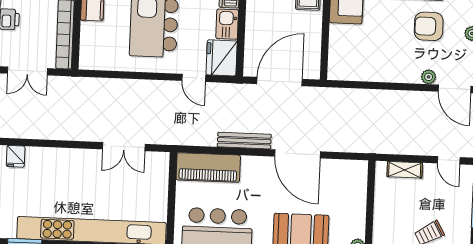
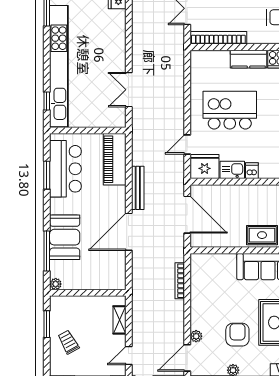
bookcase: (360, 94) -> (180, 281), added

